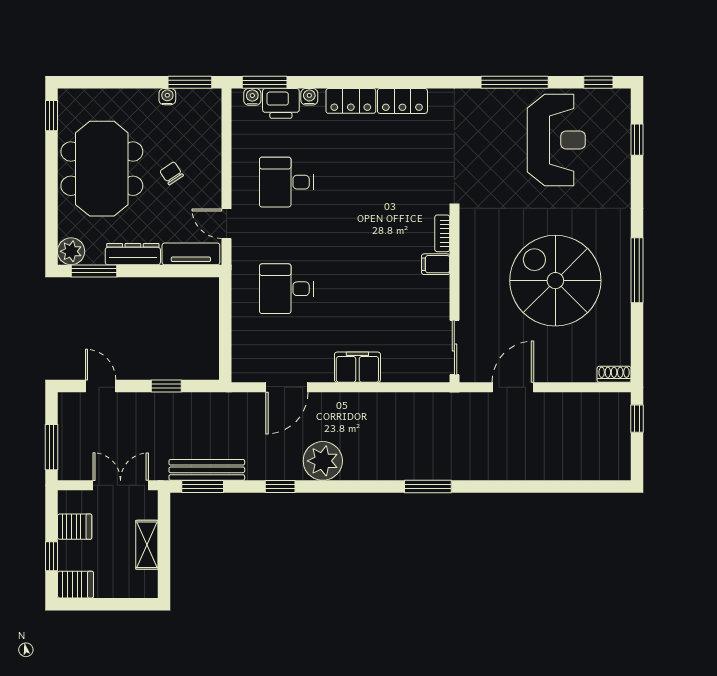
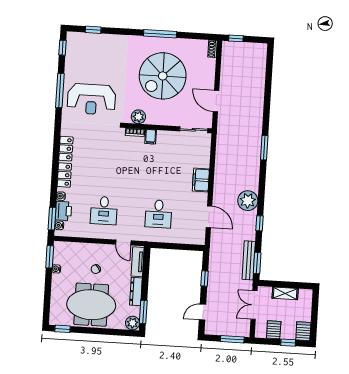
reception desk: (556, 140) -> (91, 99), moved, turned 180
door: (227, 224) -> (123, 243), hinge flipped
plant: (473, 238) -> (138, 117), added

